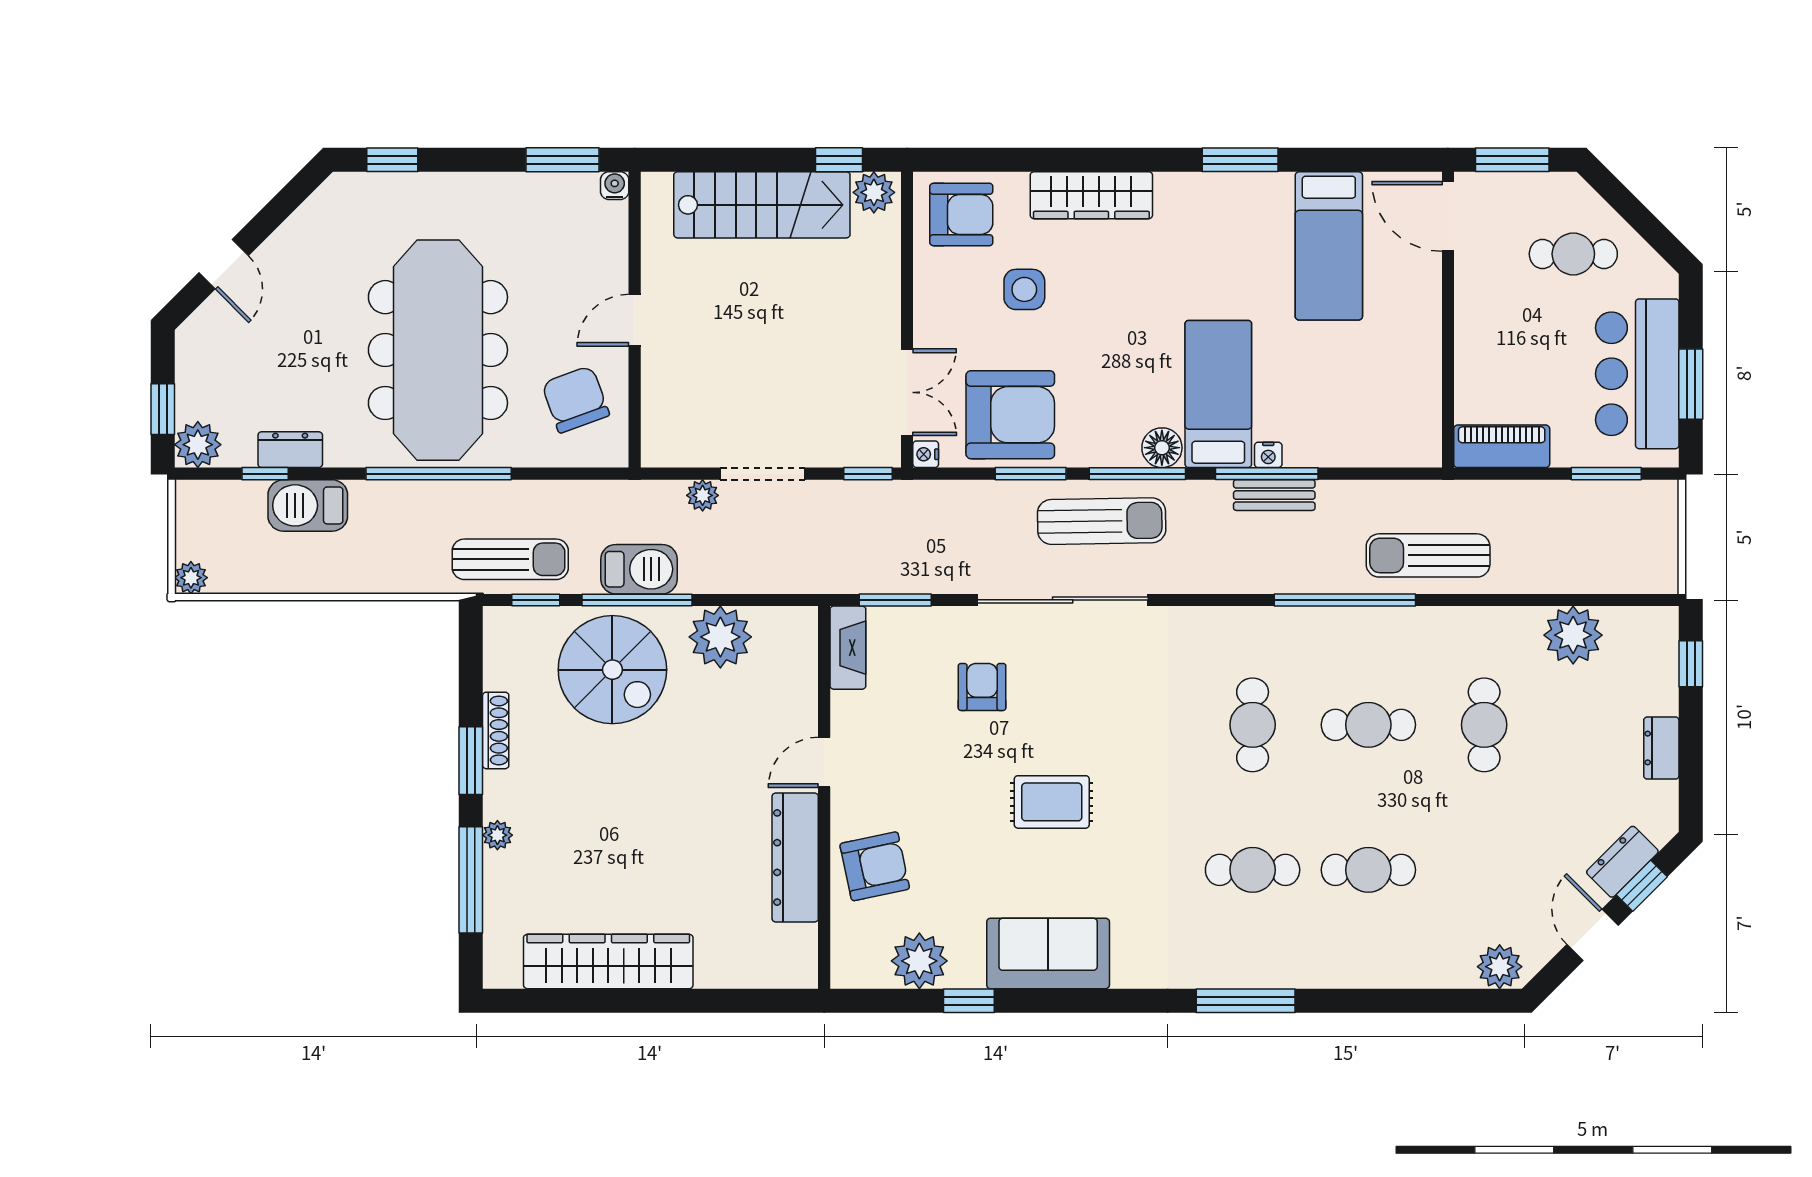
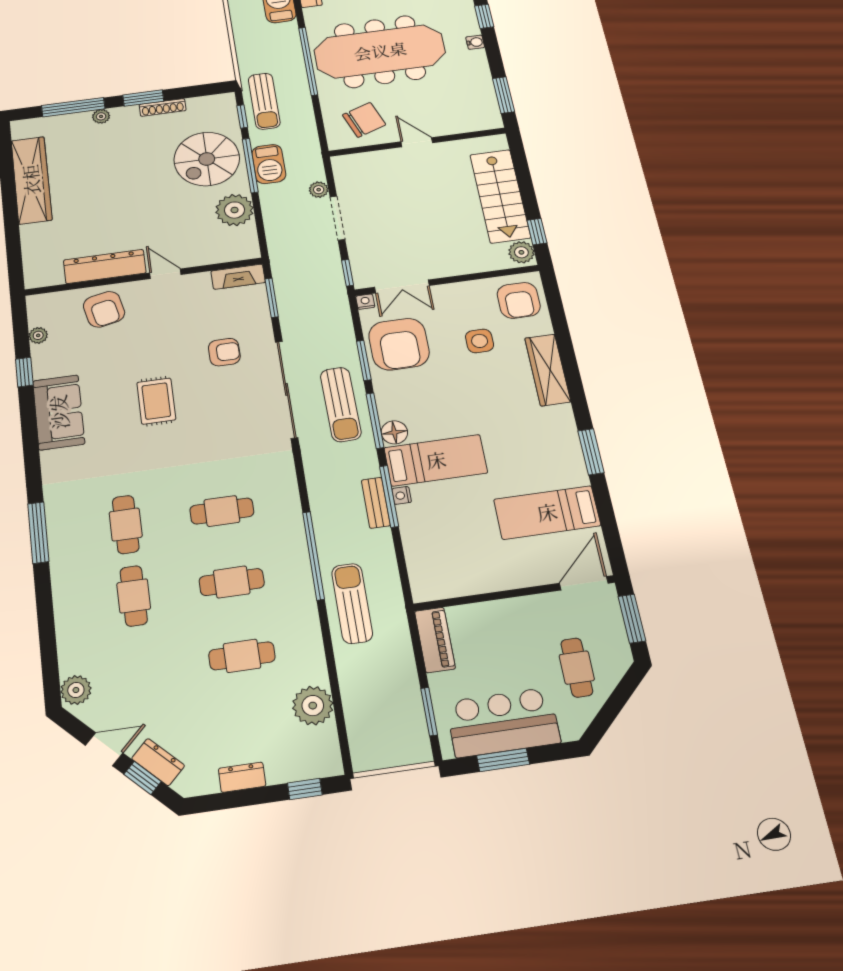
water cooler: (615, 186) -> (475, 42), moved
cafe table: (1368, 725) -> (232, 582), turned 90
plant: (919, 961) -> (38, 335), width x0.53, depth x0.53

